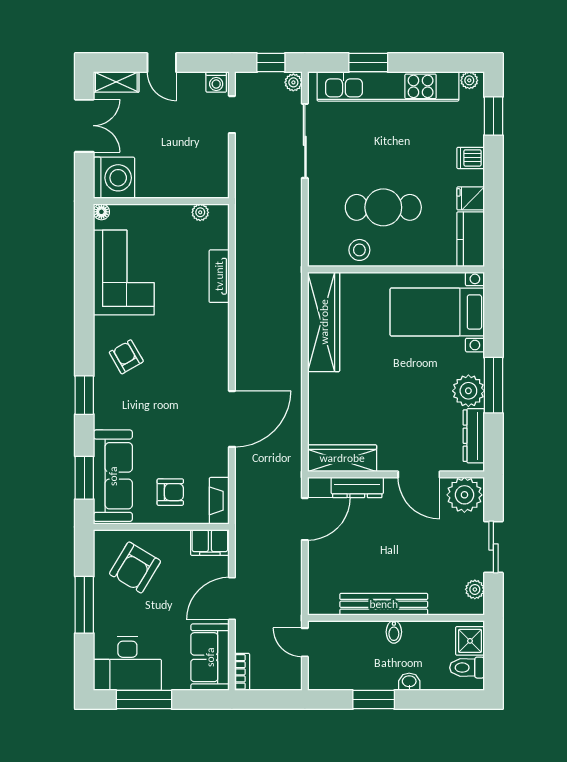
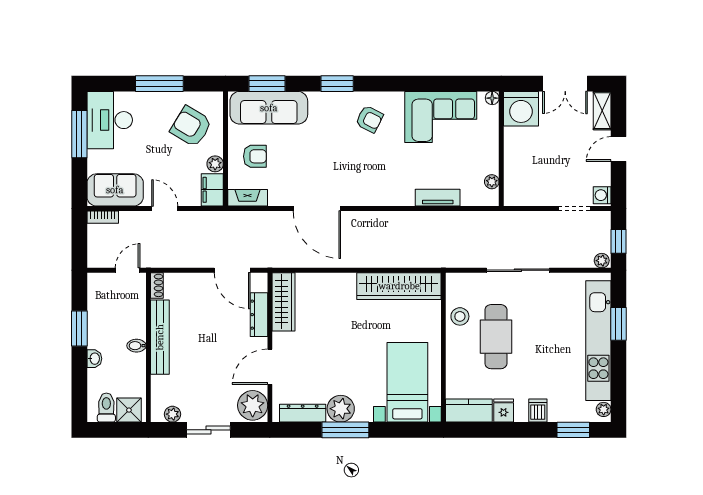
sliding door: (305, 141) -> (518, 270), moved
armchair: (126, 357) -> (369, 119), turned 57
armchair: (170, 492) -> (255, 156), turned -90
plant: (179, 539) -> (215, 164), added
door: (232, 599) -> (165, 209), width x0.73
shoe rack: (323, 608) -> (157, 285), added

